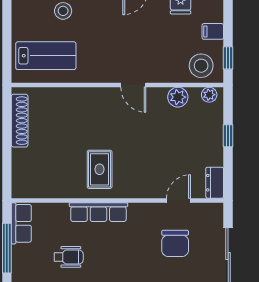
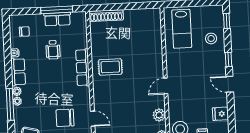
shoe rack: (20, 121) -> (106, 16), moved
row of seats: (21, 223) -> (57, 19), moved

